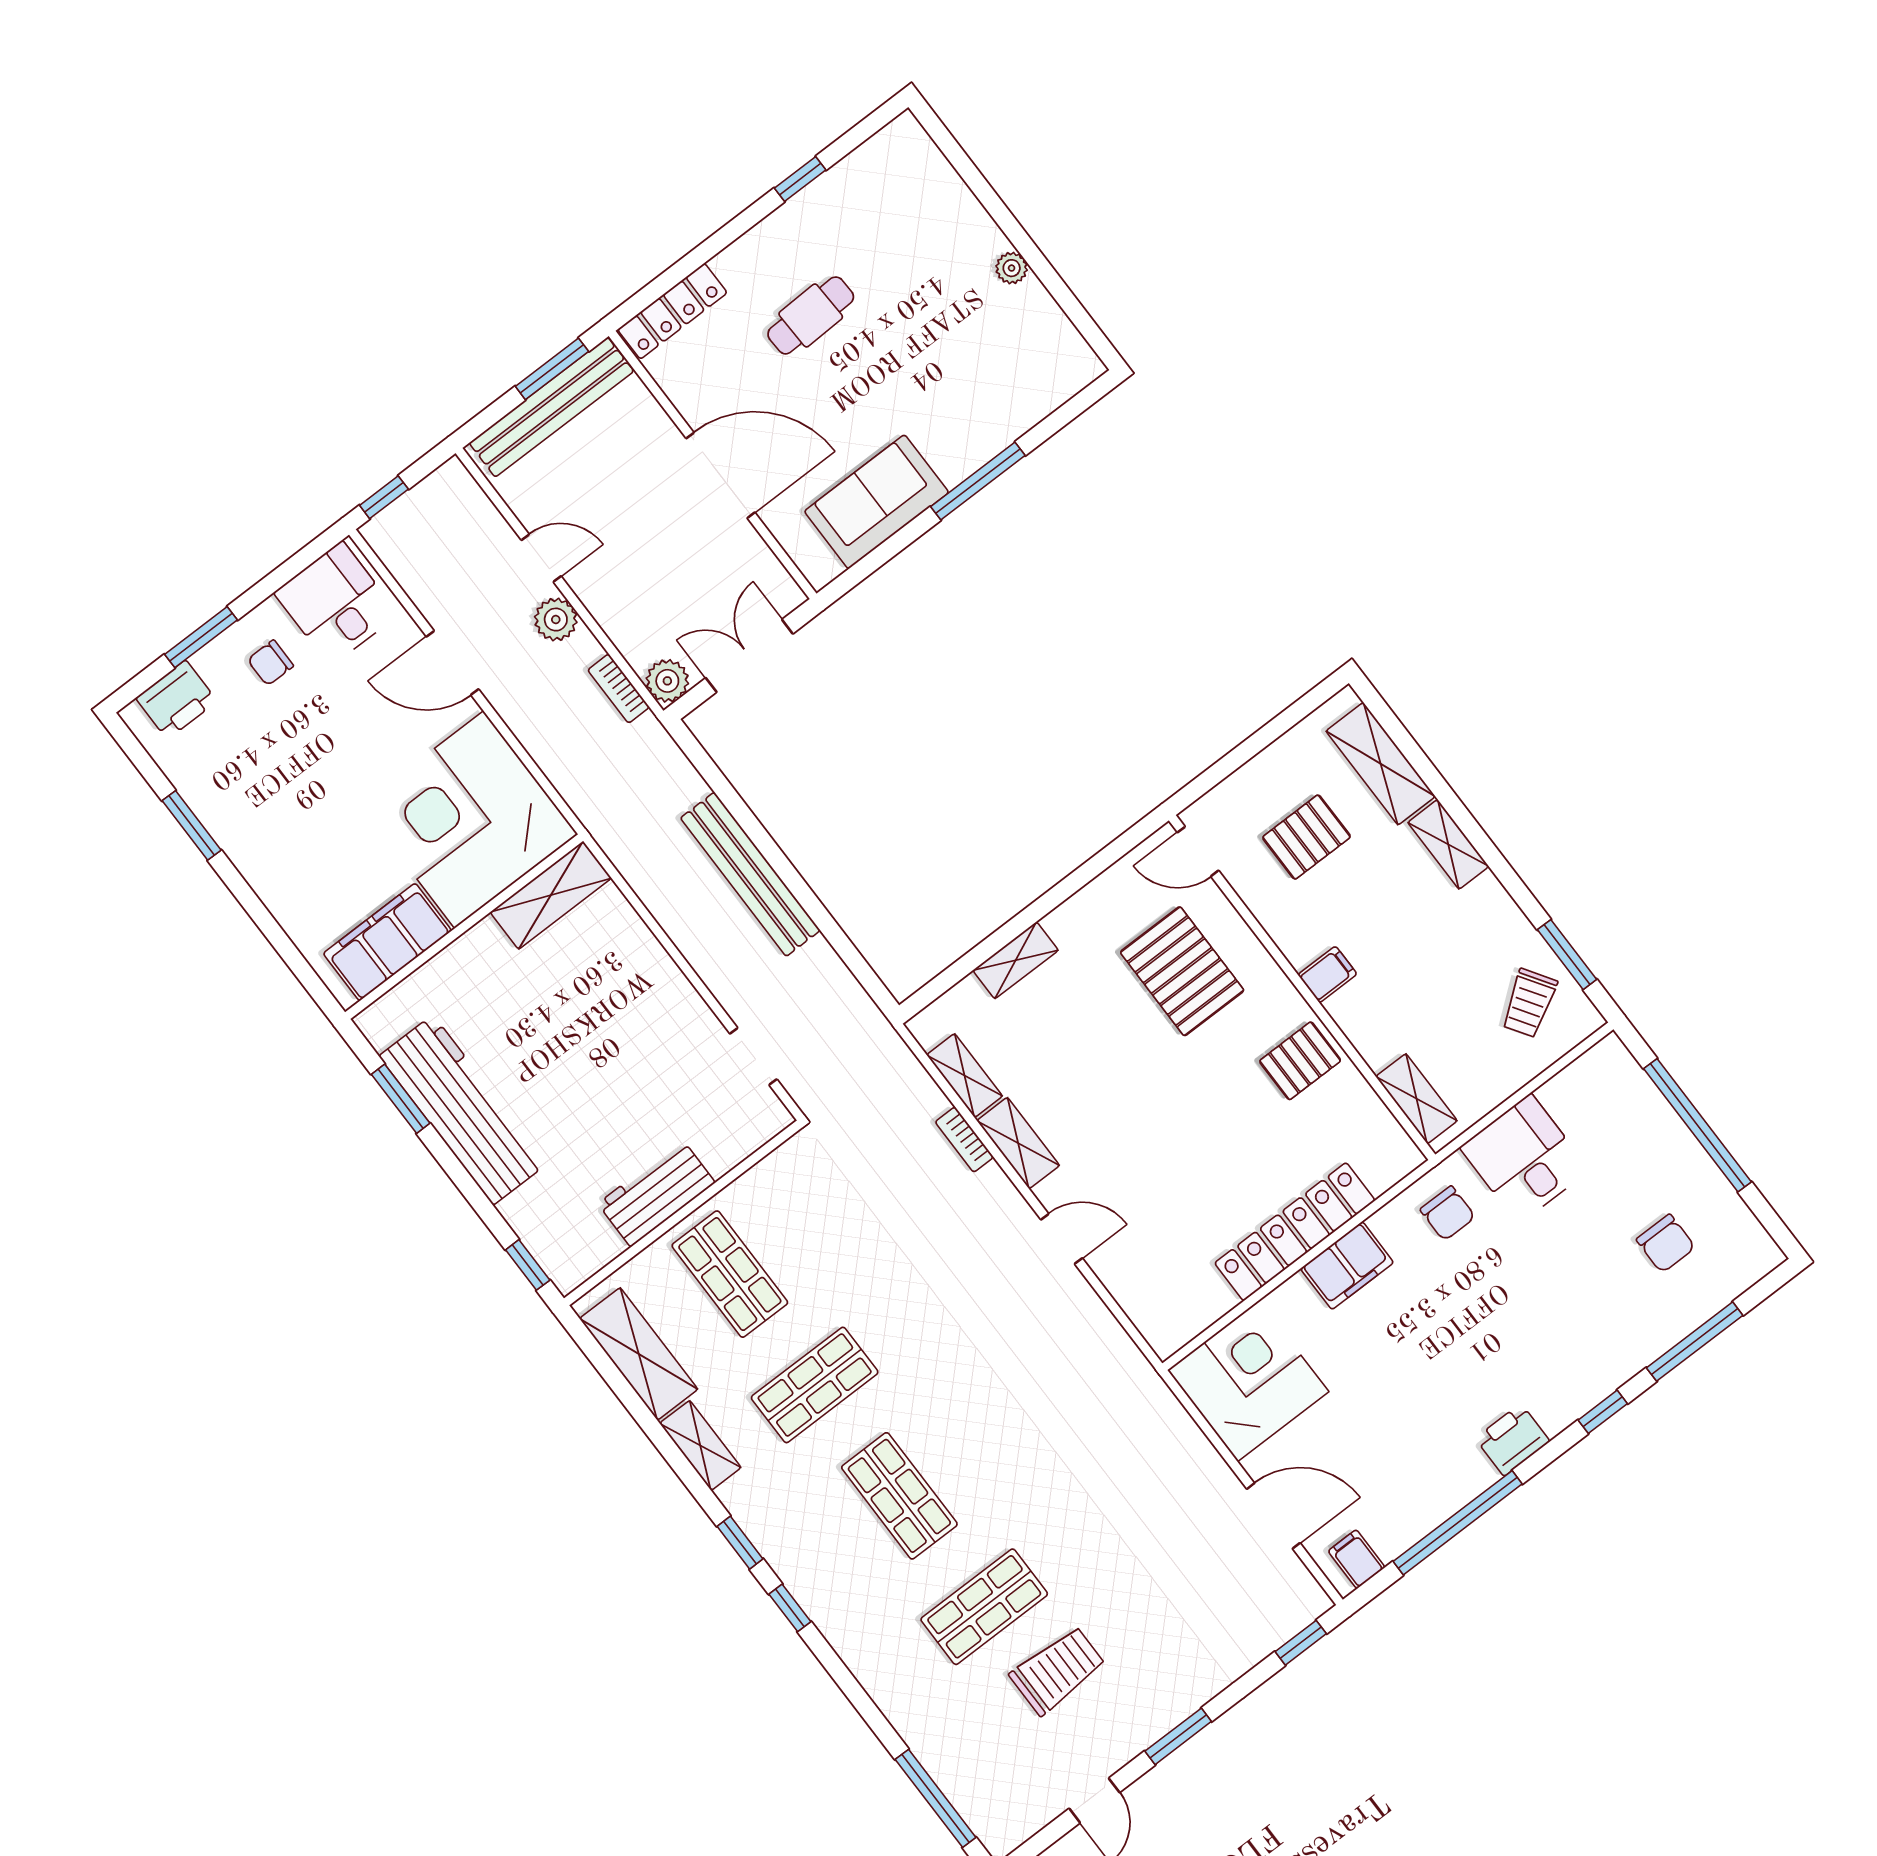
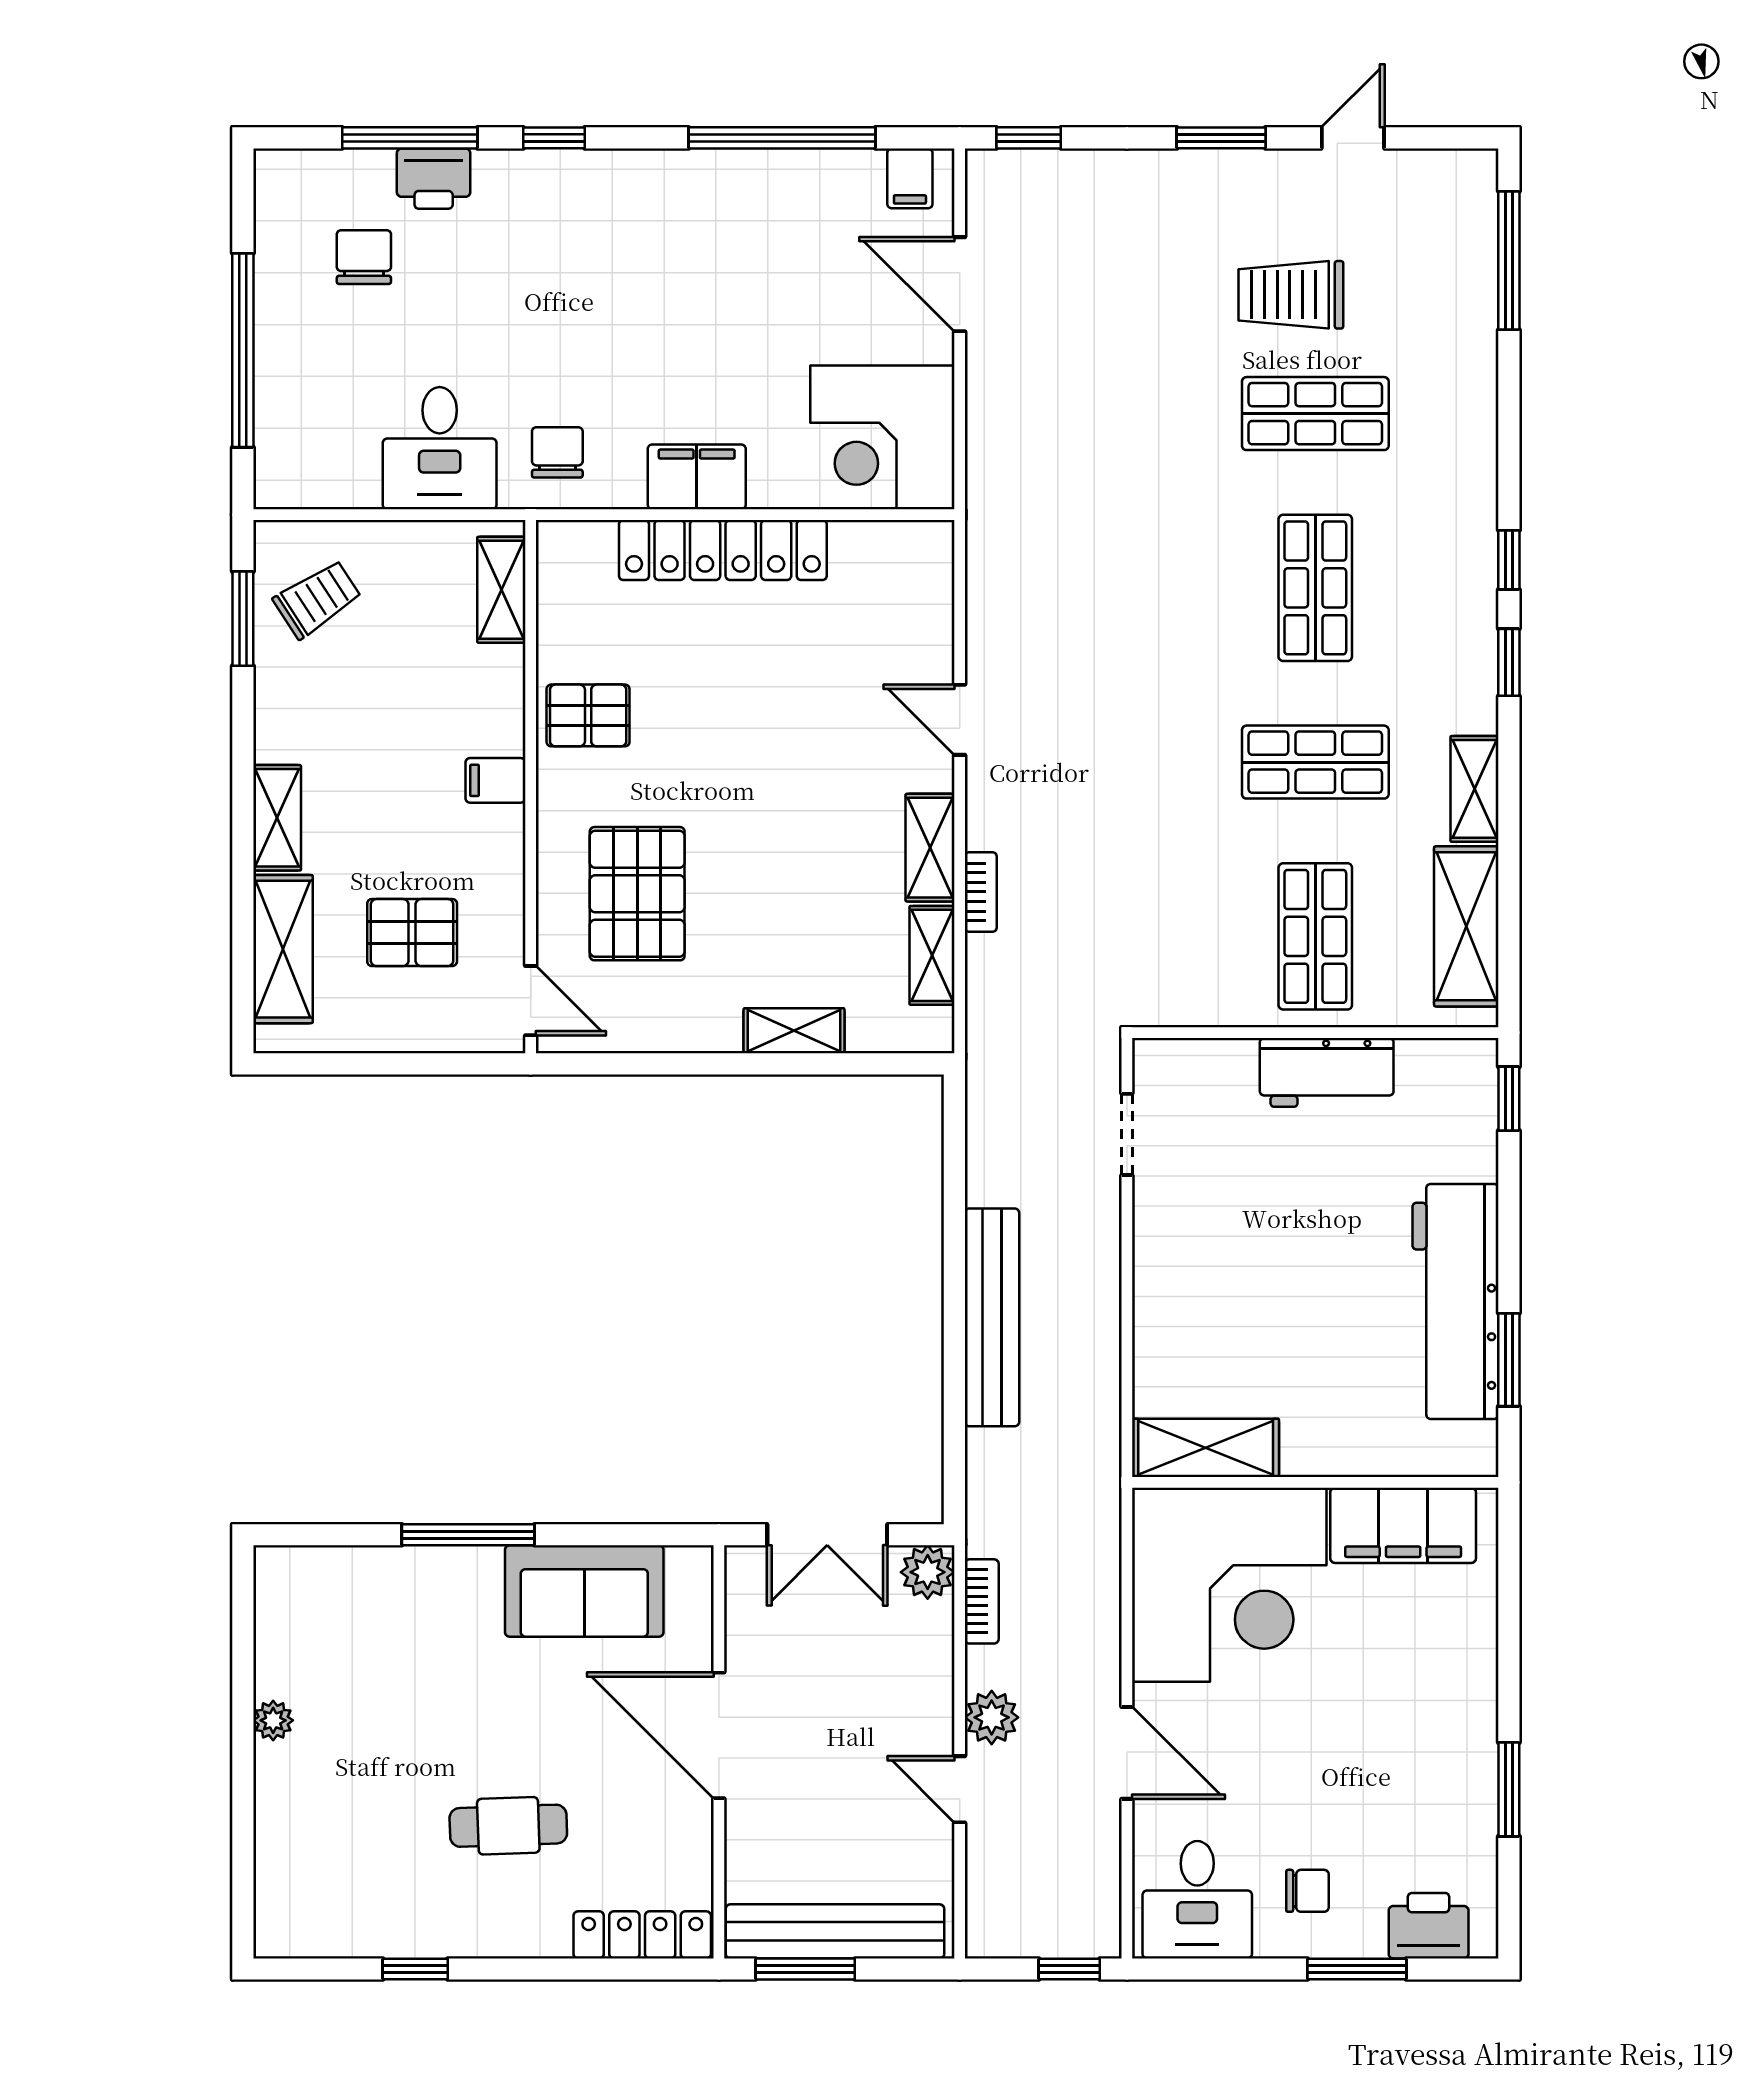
printer: (1512, 1440) -> (434, 179), moved

